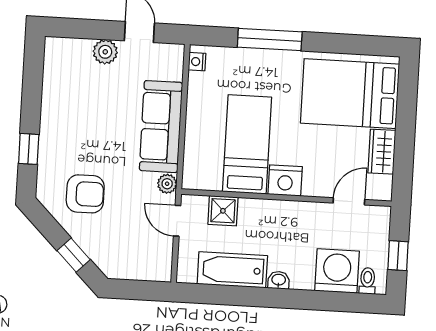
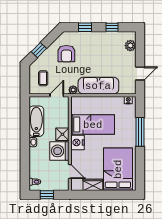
plant: (105, 52) -> (130, 46), moved
window: (32, 89) -> (112, 27), added
shower: (223, 211) -> (62, 134), moved
coffee table: (137, 249) -> (43, 78), added
washing machine: (337, 271) -> (59, 151), moved, turned 180

